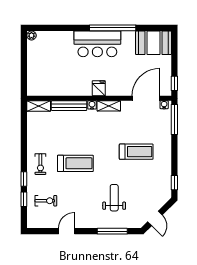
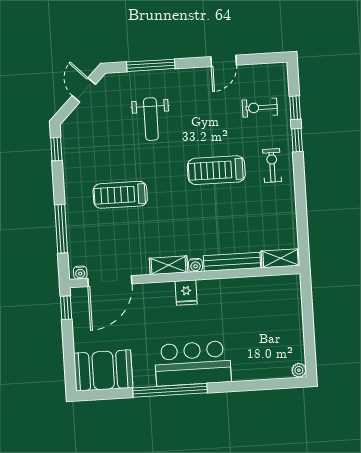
window: (174, 120) -> (61, 229), moved

